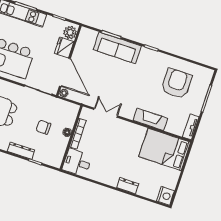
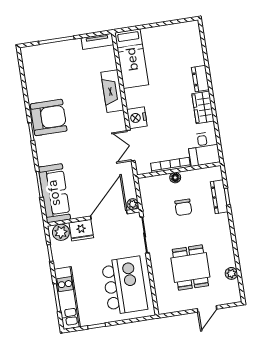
sofa: (117, 48) -> (54, 193), moved
armchair: (177, 83) -> (49, 117), moved, turned 180
bed: (165, 149) -> (132, 59), width x0.67
dresser: (21, 151) -> (219, 197), moved
wardrobe: (106, 177) -> (203, 107), added
nightstand: (165, 196) -> (137, 118), moved, turned -90

